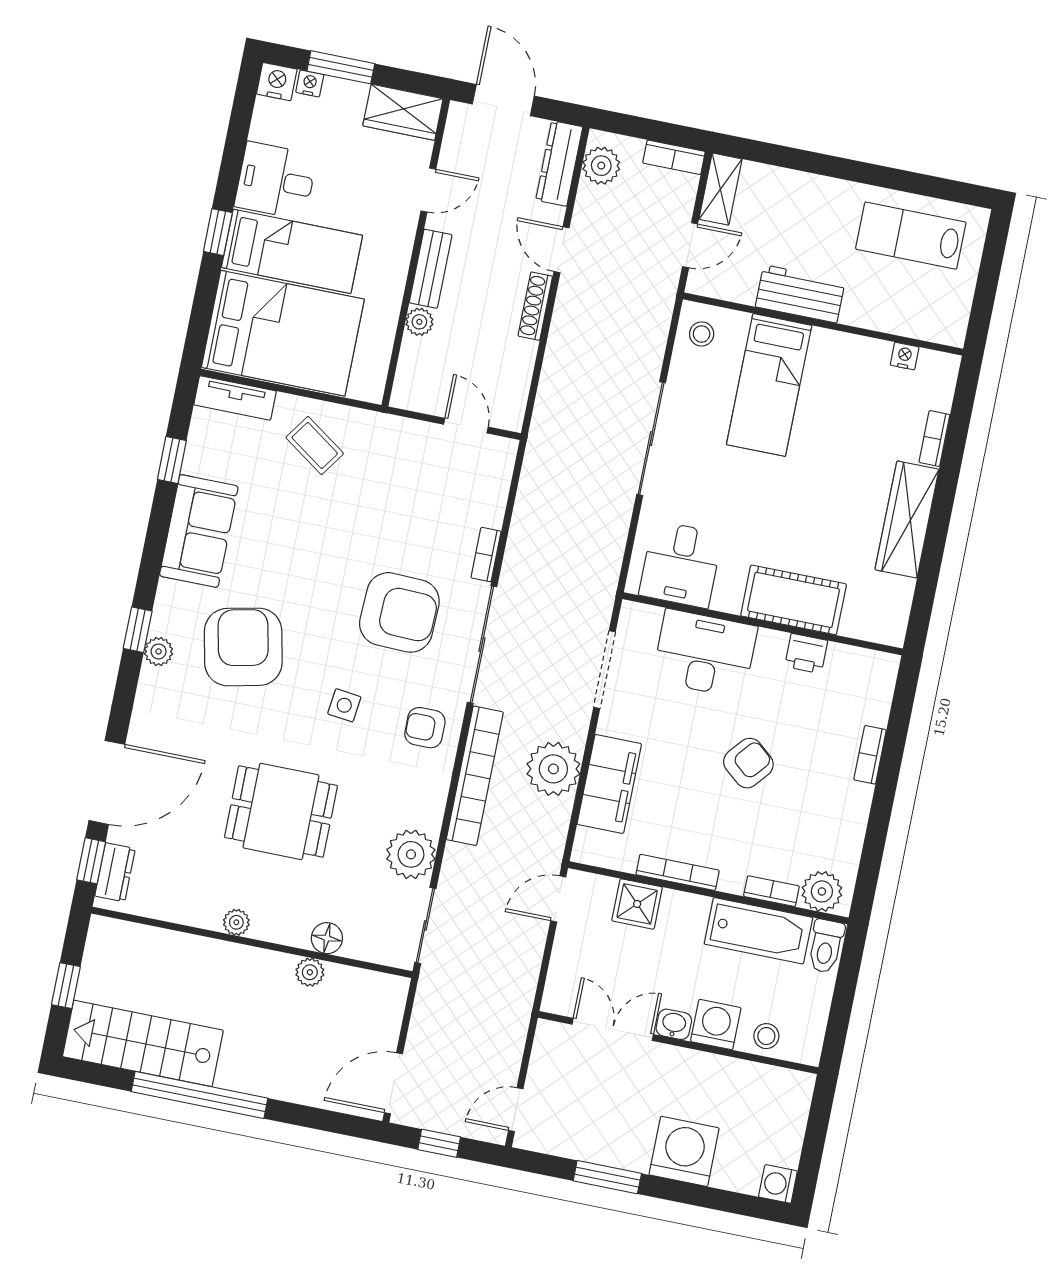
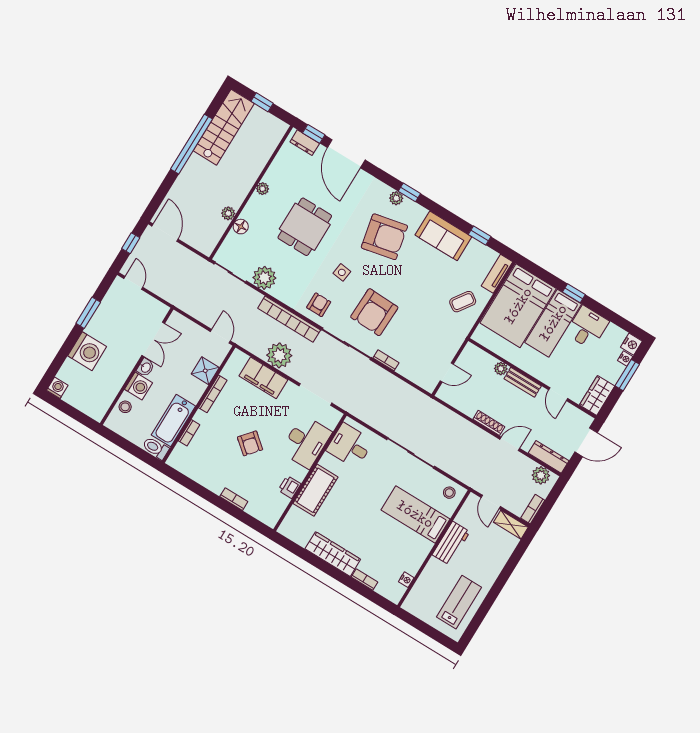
plant: (822, 891) -> (181, 455), removed

